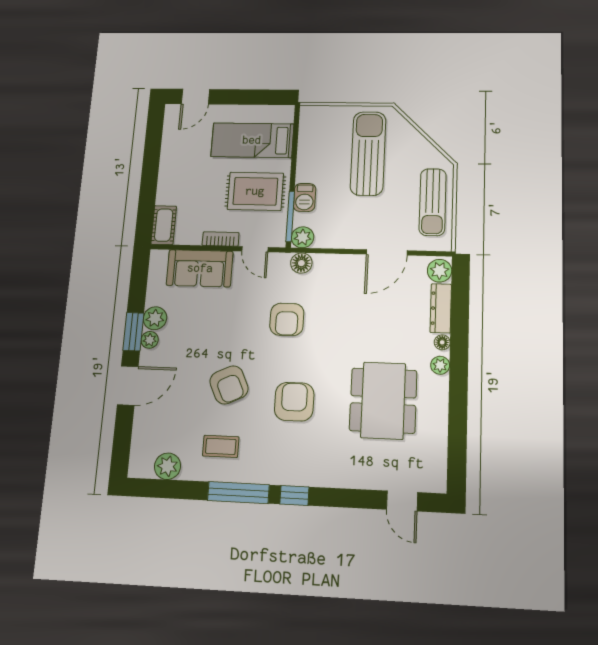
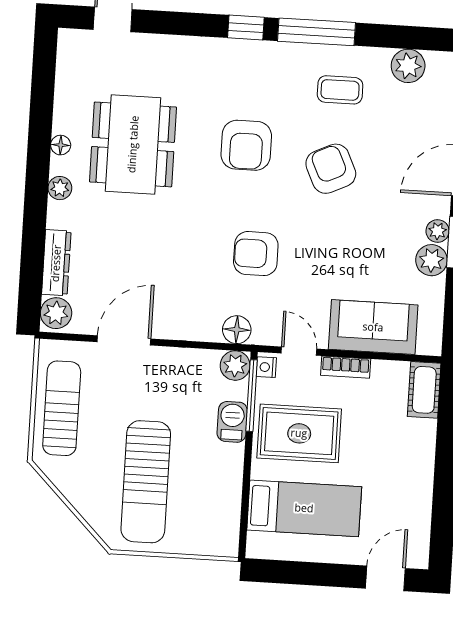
nightstand: (279, 237) -> (266, 367), added
armchair: (287, 319) -> (256, 254), turned -90
floor lamp: (442, 342) -> (61, 145), moved

